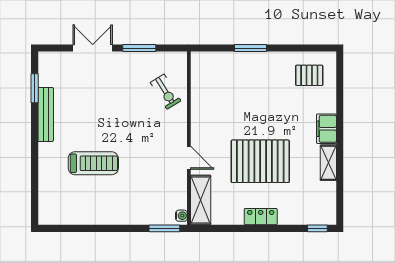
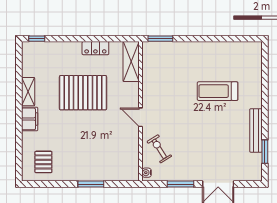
pallet: (309, 75) -> (43, 162), turned 90
door: (189, 158) -> (140, 117), moved
water cooler: (181, 216) -> (147, 173), moved
locker: (261, 217) -> (95, 48), moved

